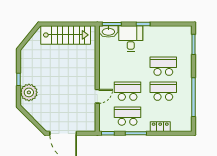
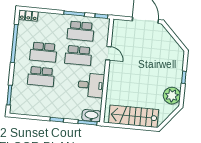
desk: (131, 39) -> (91, 85), moved, turned -90
plant: (29, 92) -> (172, 96), moved
door: (97, 96) -> (108, 53), swing flipped
locker: (160, 127) -> (28, 16), moved

